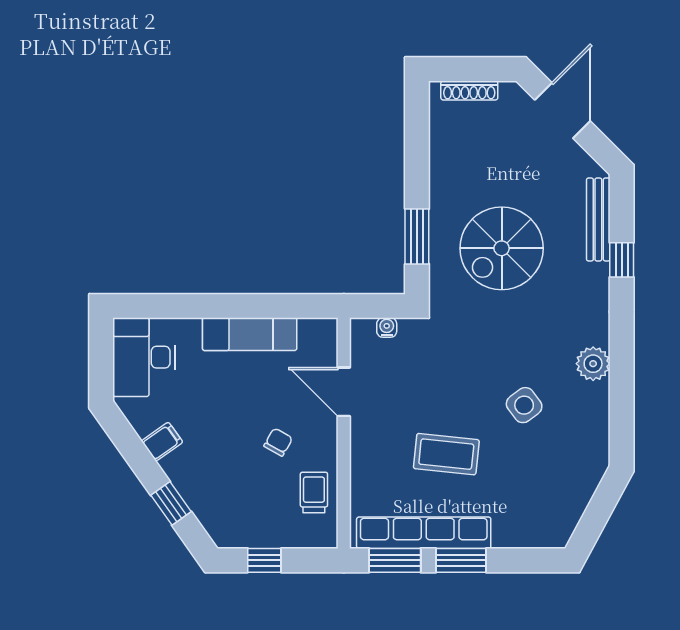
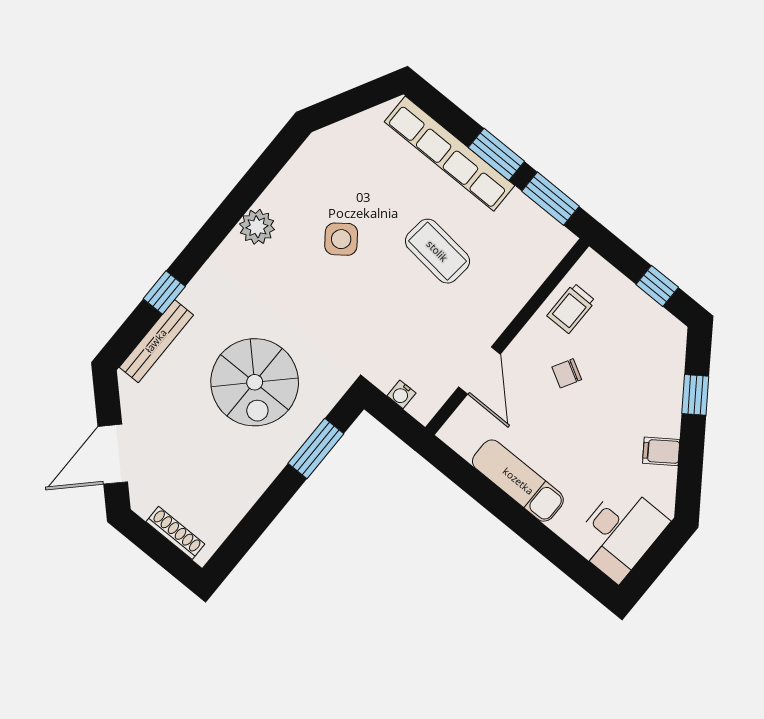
spiral stairs: (502, 248) -> (255, 382), turned 90
row of seats: (424, 533) -> (450, 154), moved

